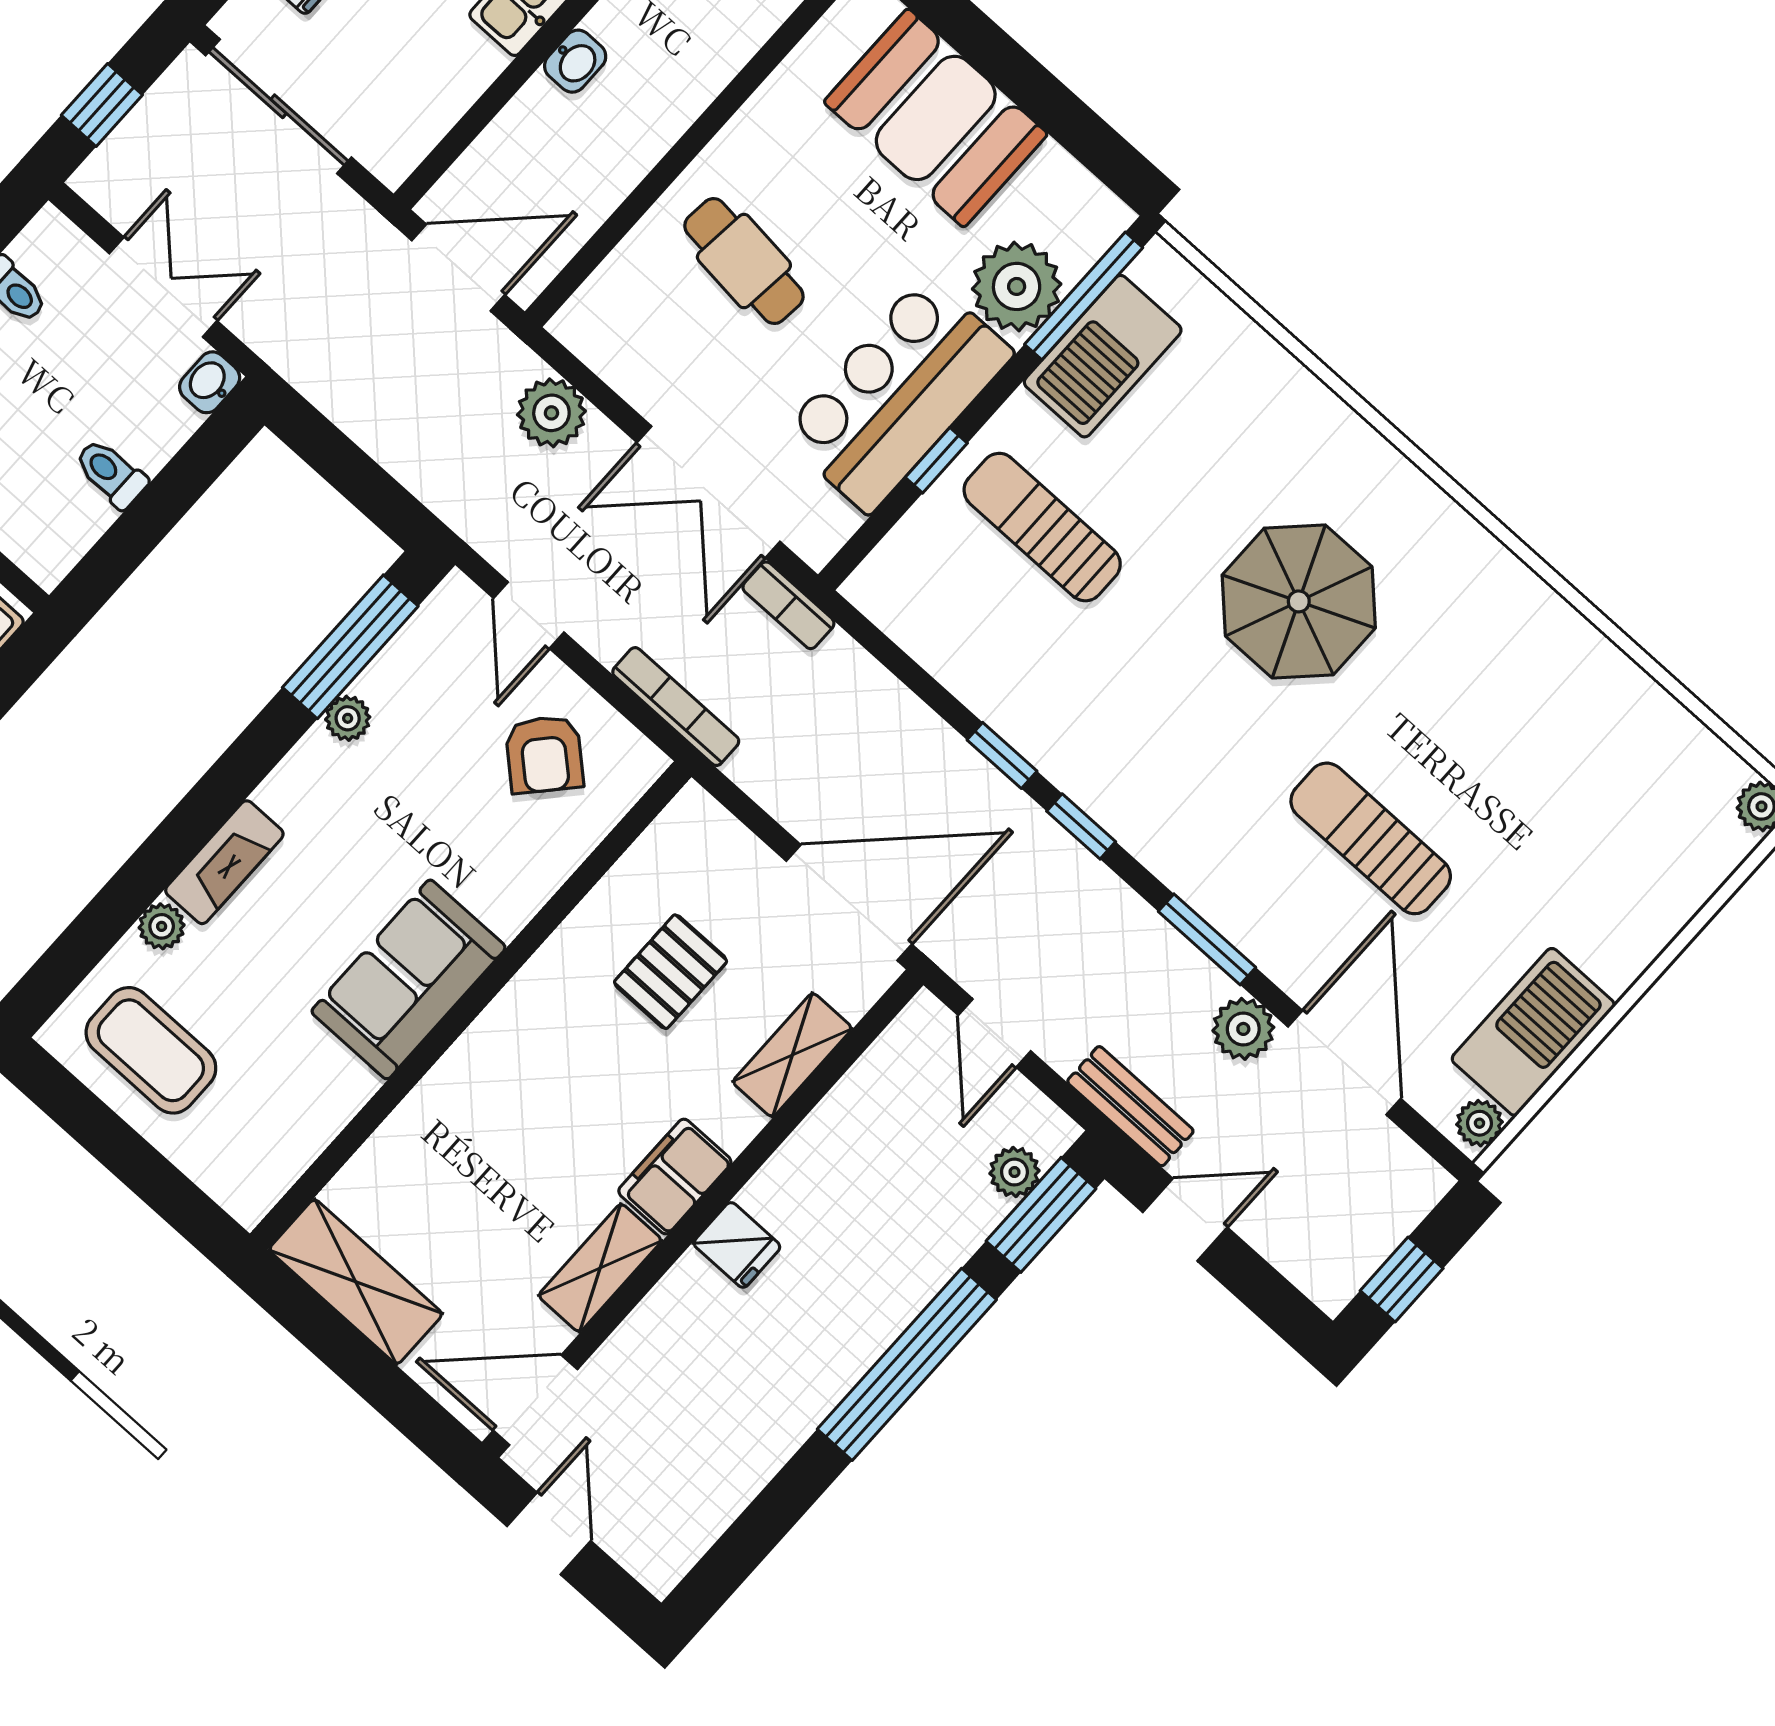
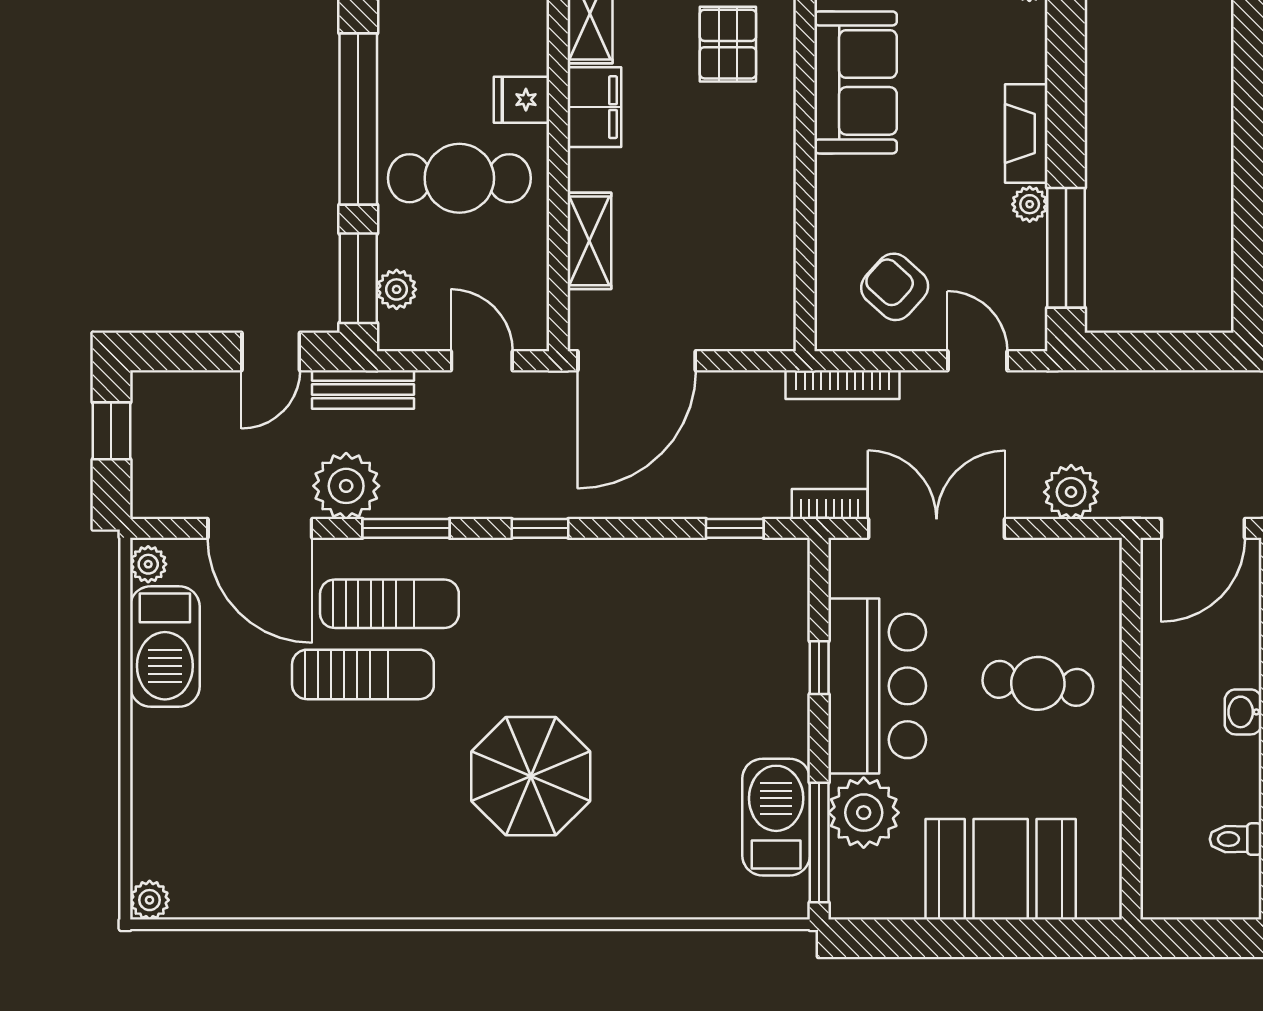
sun lounger: (1042, 527) -> (389, 604), moved
window: (1002, 755) -> (735, 528), moved
fireplace: (224, 862) -> (1026, 134), moved
pallet: (671, 972) -> (728, 44), moved
plant: (1243, 1029) -> (346, 486), width x1.36, depth x1.36
cafe table: (862, 1224) -> (459, 178), added

